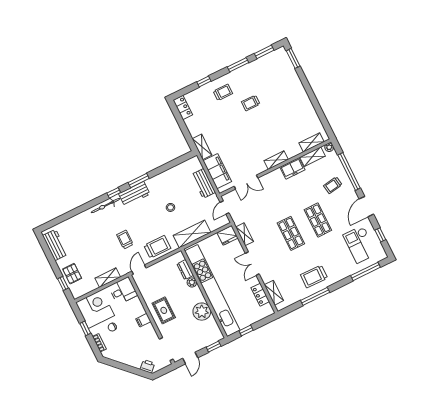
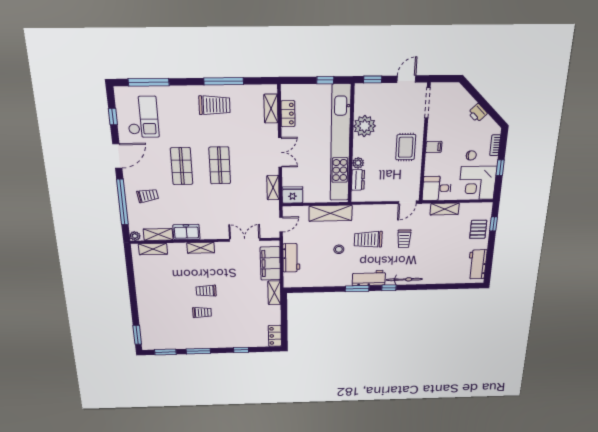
trolley: (223, 92) -> (206, 291), moved
trolley: (157, 247) -> (368, 239), moved
printer: (147, 366) -> (478, 113), moved

